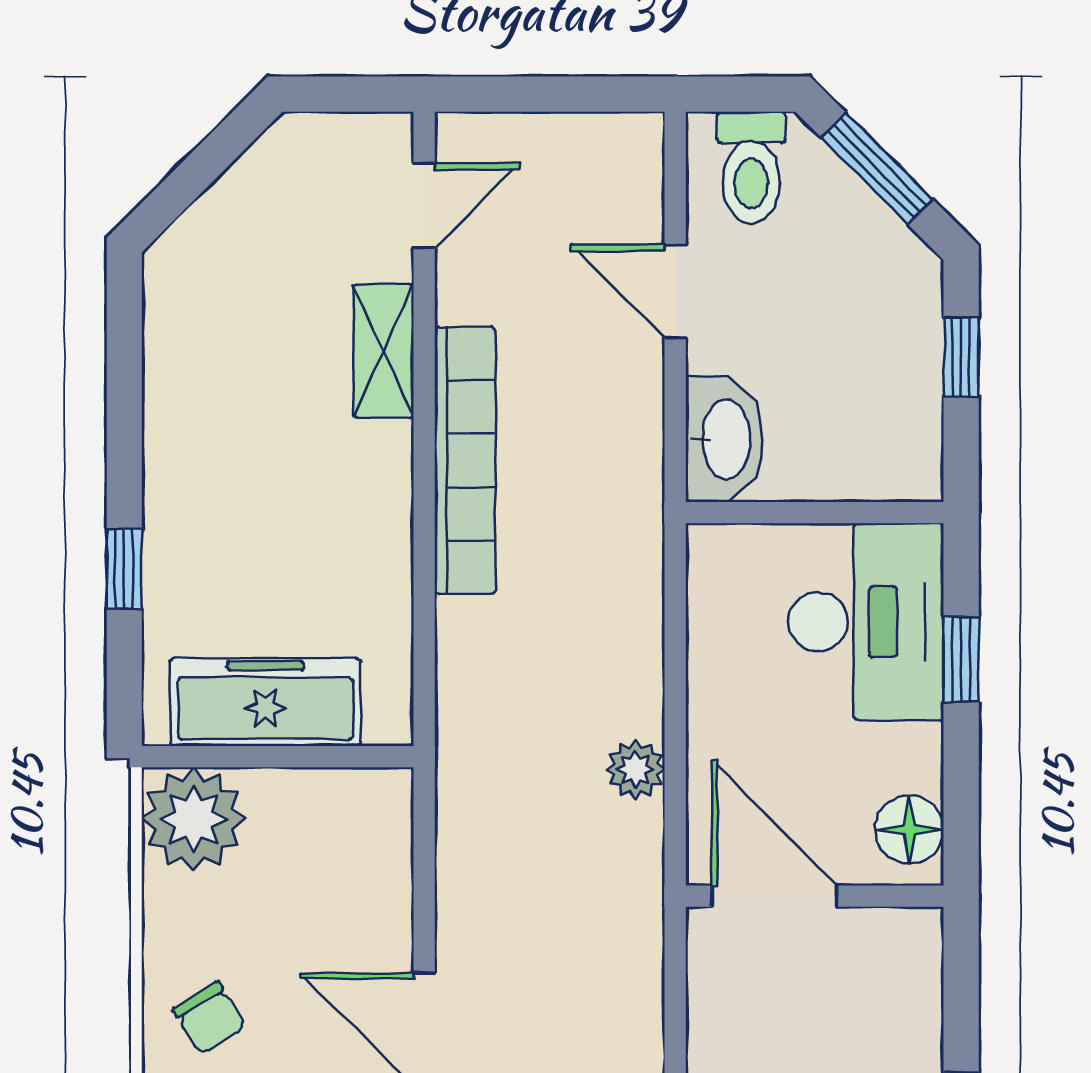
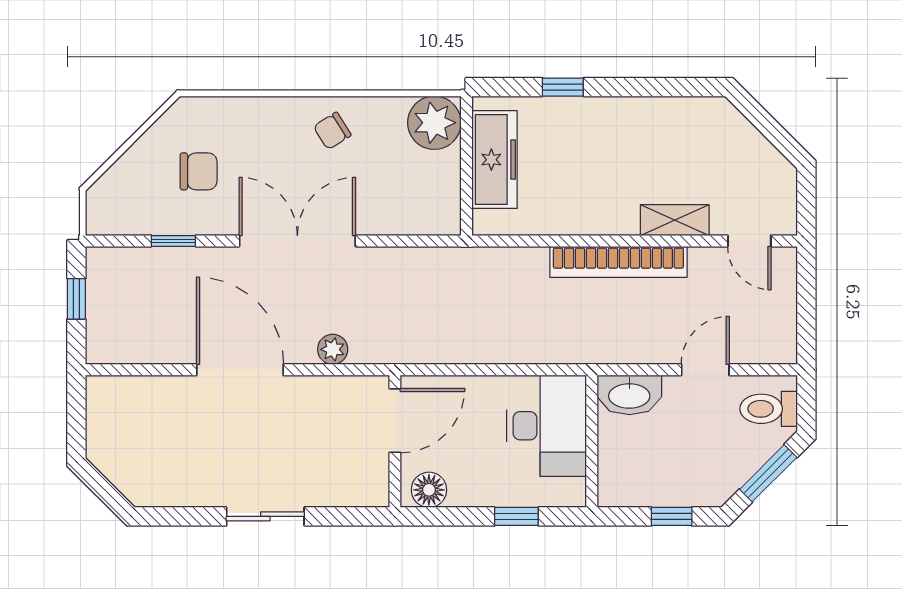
desk: (866, 622) -> (547, 426), moved, turned -90
plant: (635, 770) -> (333, 349), moved

